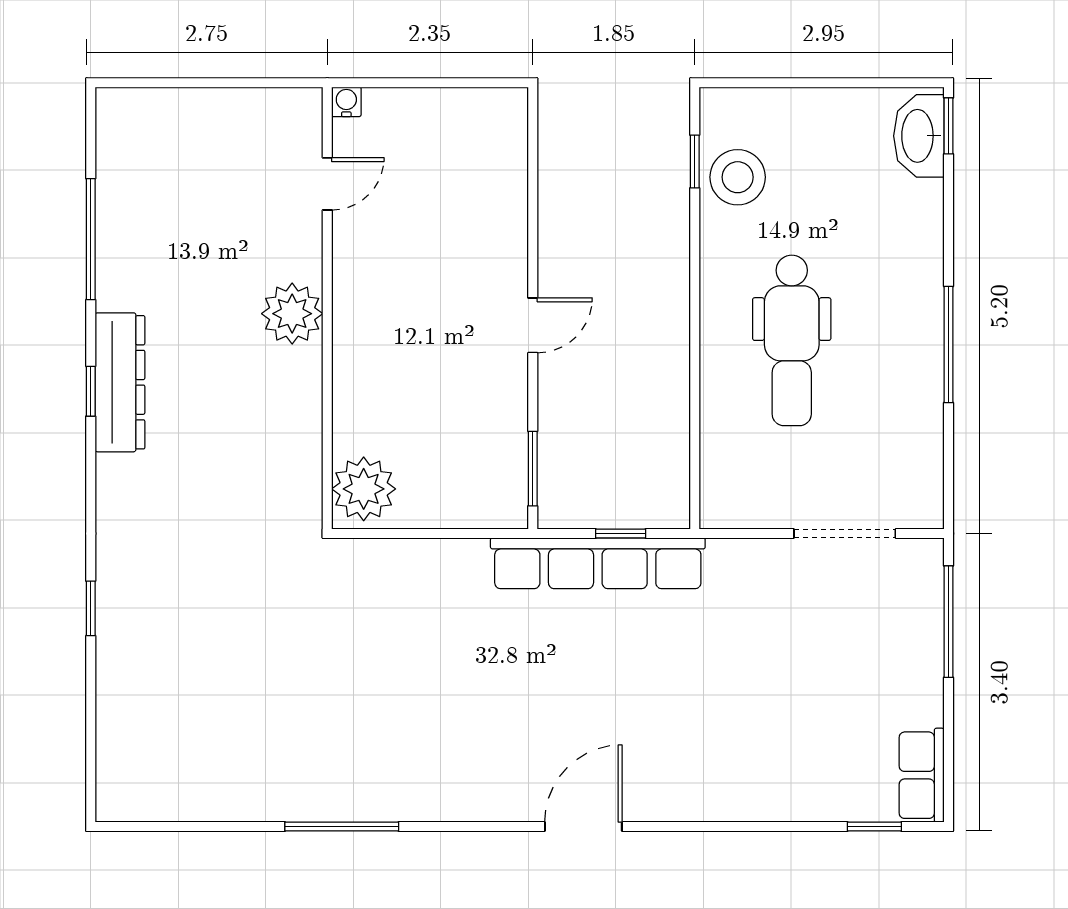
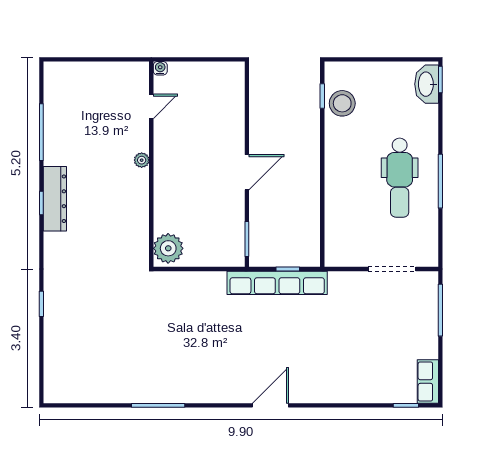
plant: (292, 314) -> (142, 160), width x0.53, depth x0.53
door: (533, 325) -> (247, 172), width x1.38
dental chair: (792, 340) -> (400, 178), moved

